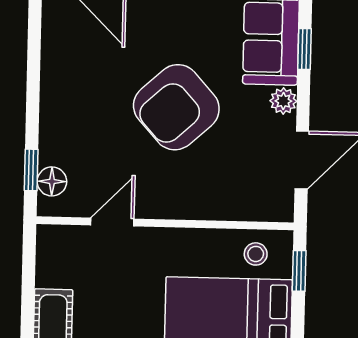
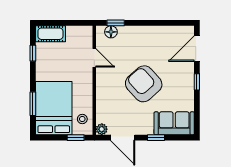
window: (305, 49) -> (156, 138), moved
plant: (283, 101) -> (102, 129), moved

